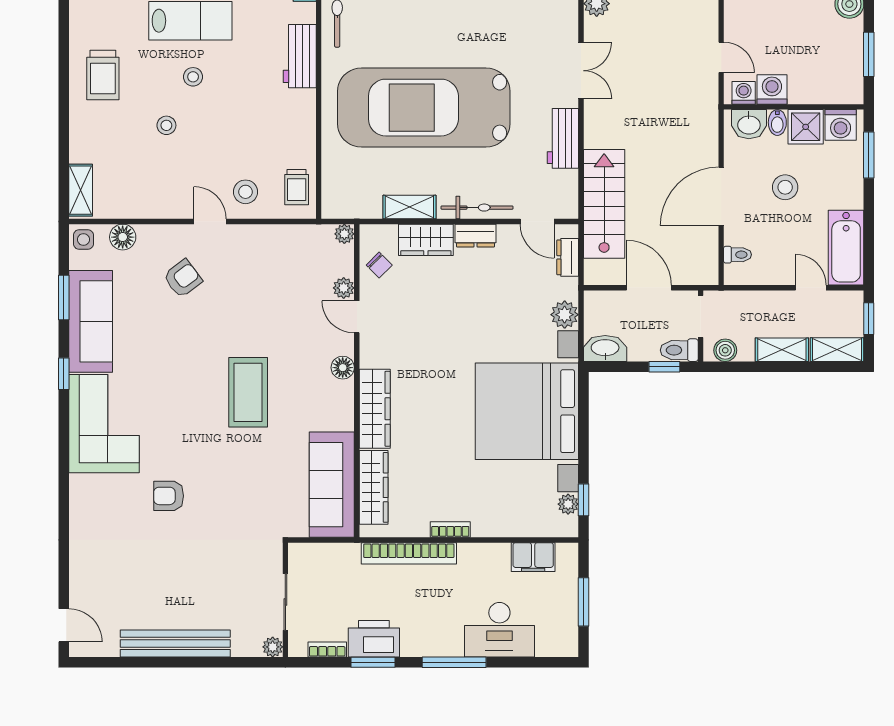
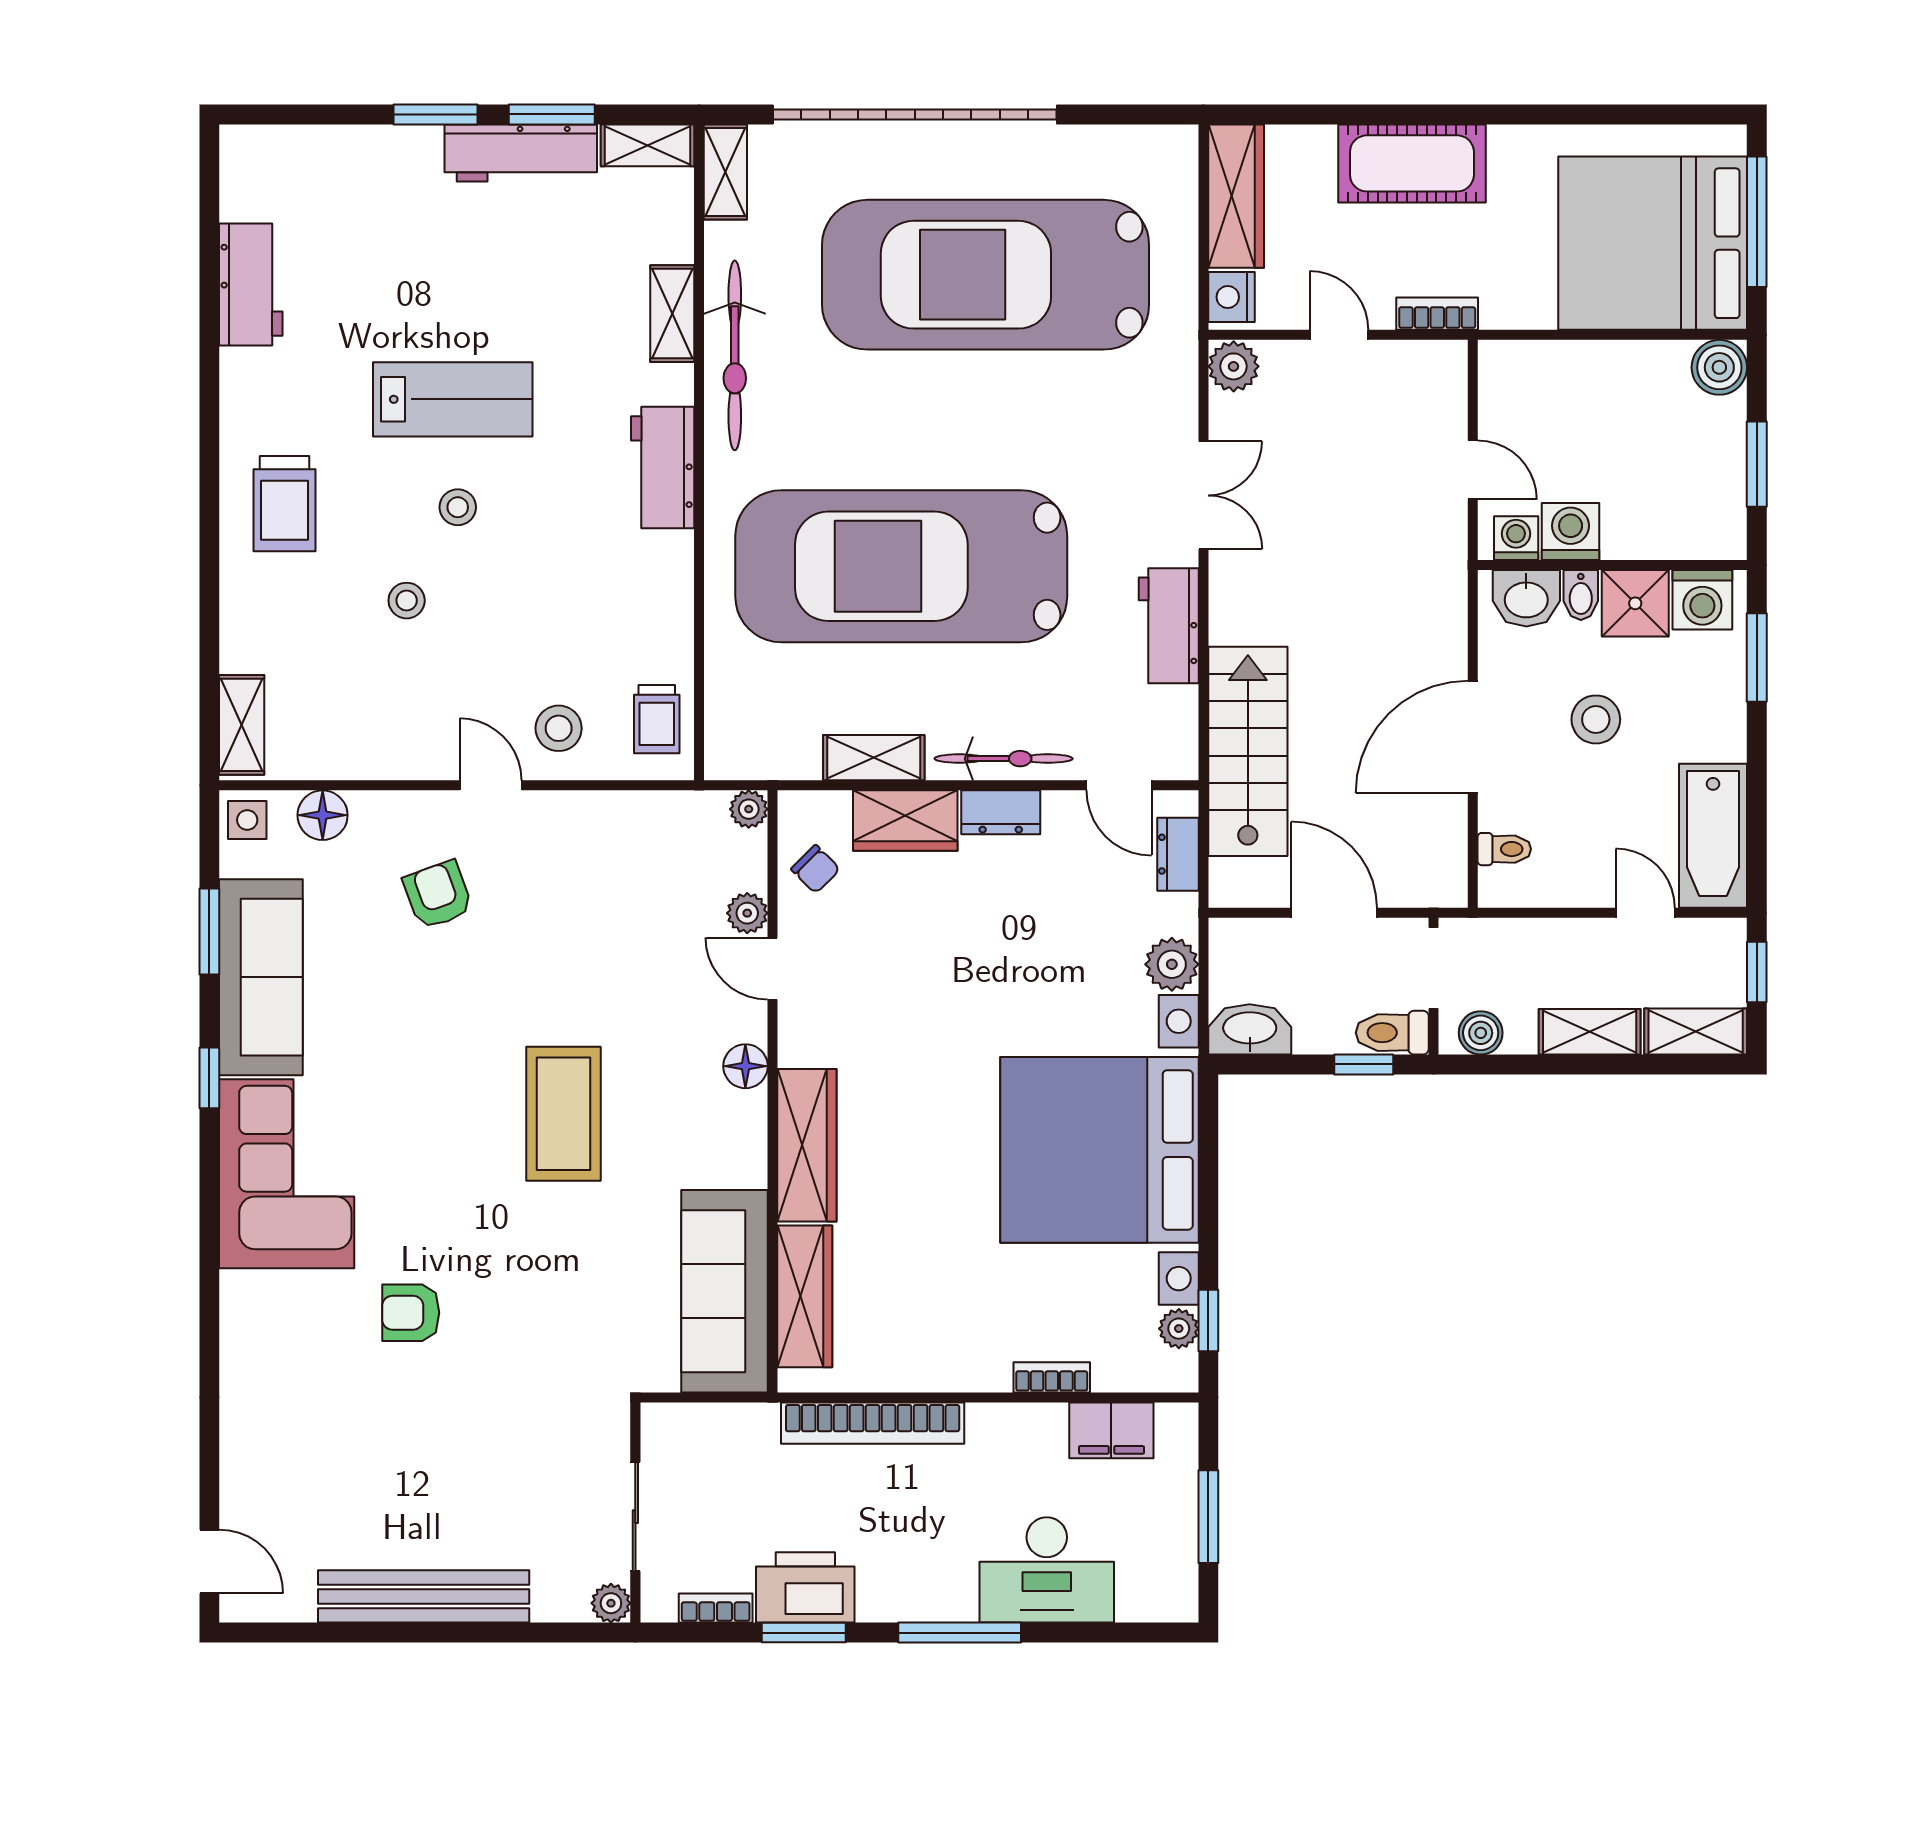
armchair: (183, 278) -> (438, 895), turned -73
bookcase: (450, 529) -> (1052, 1377), moved

